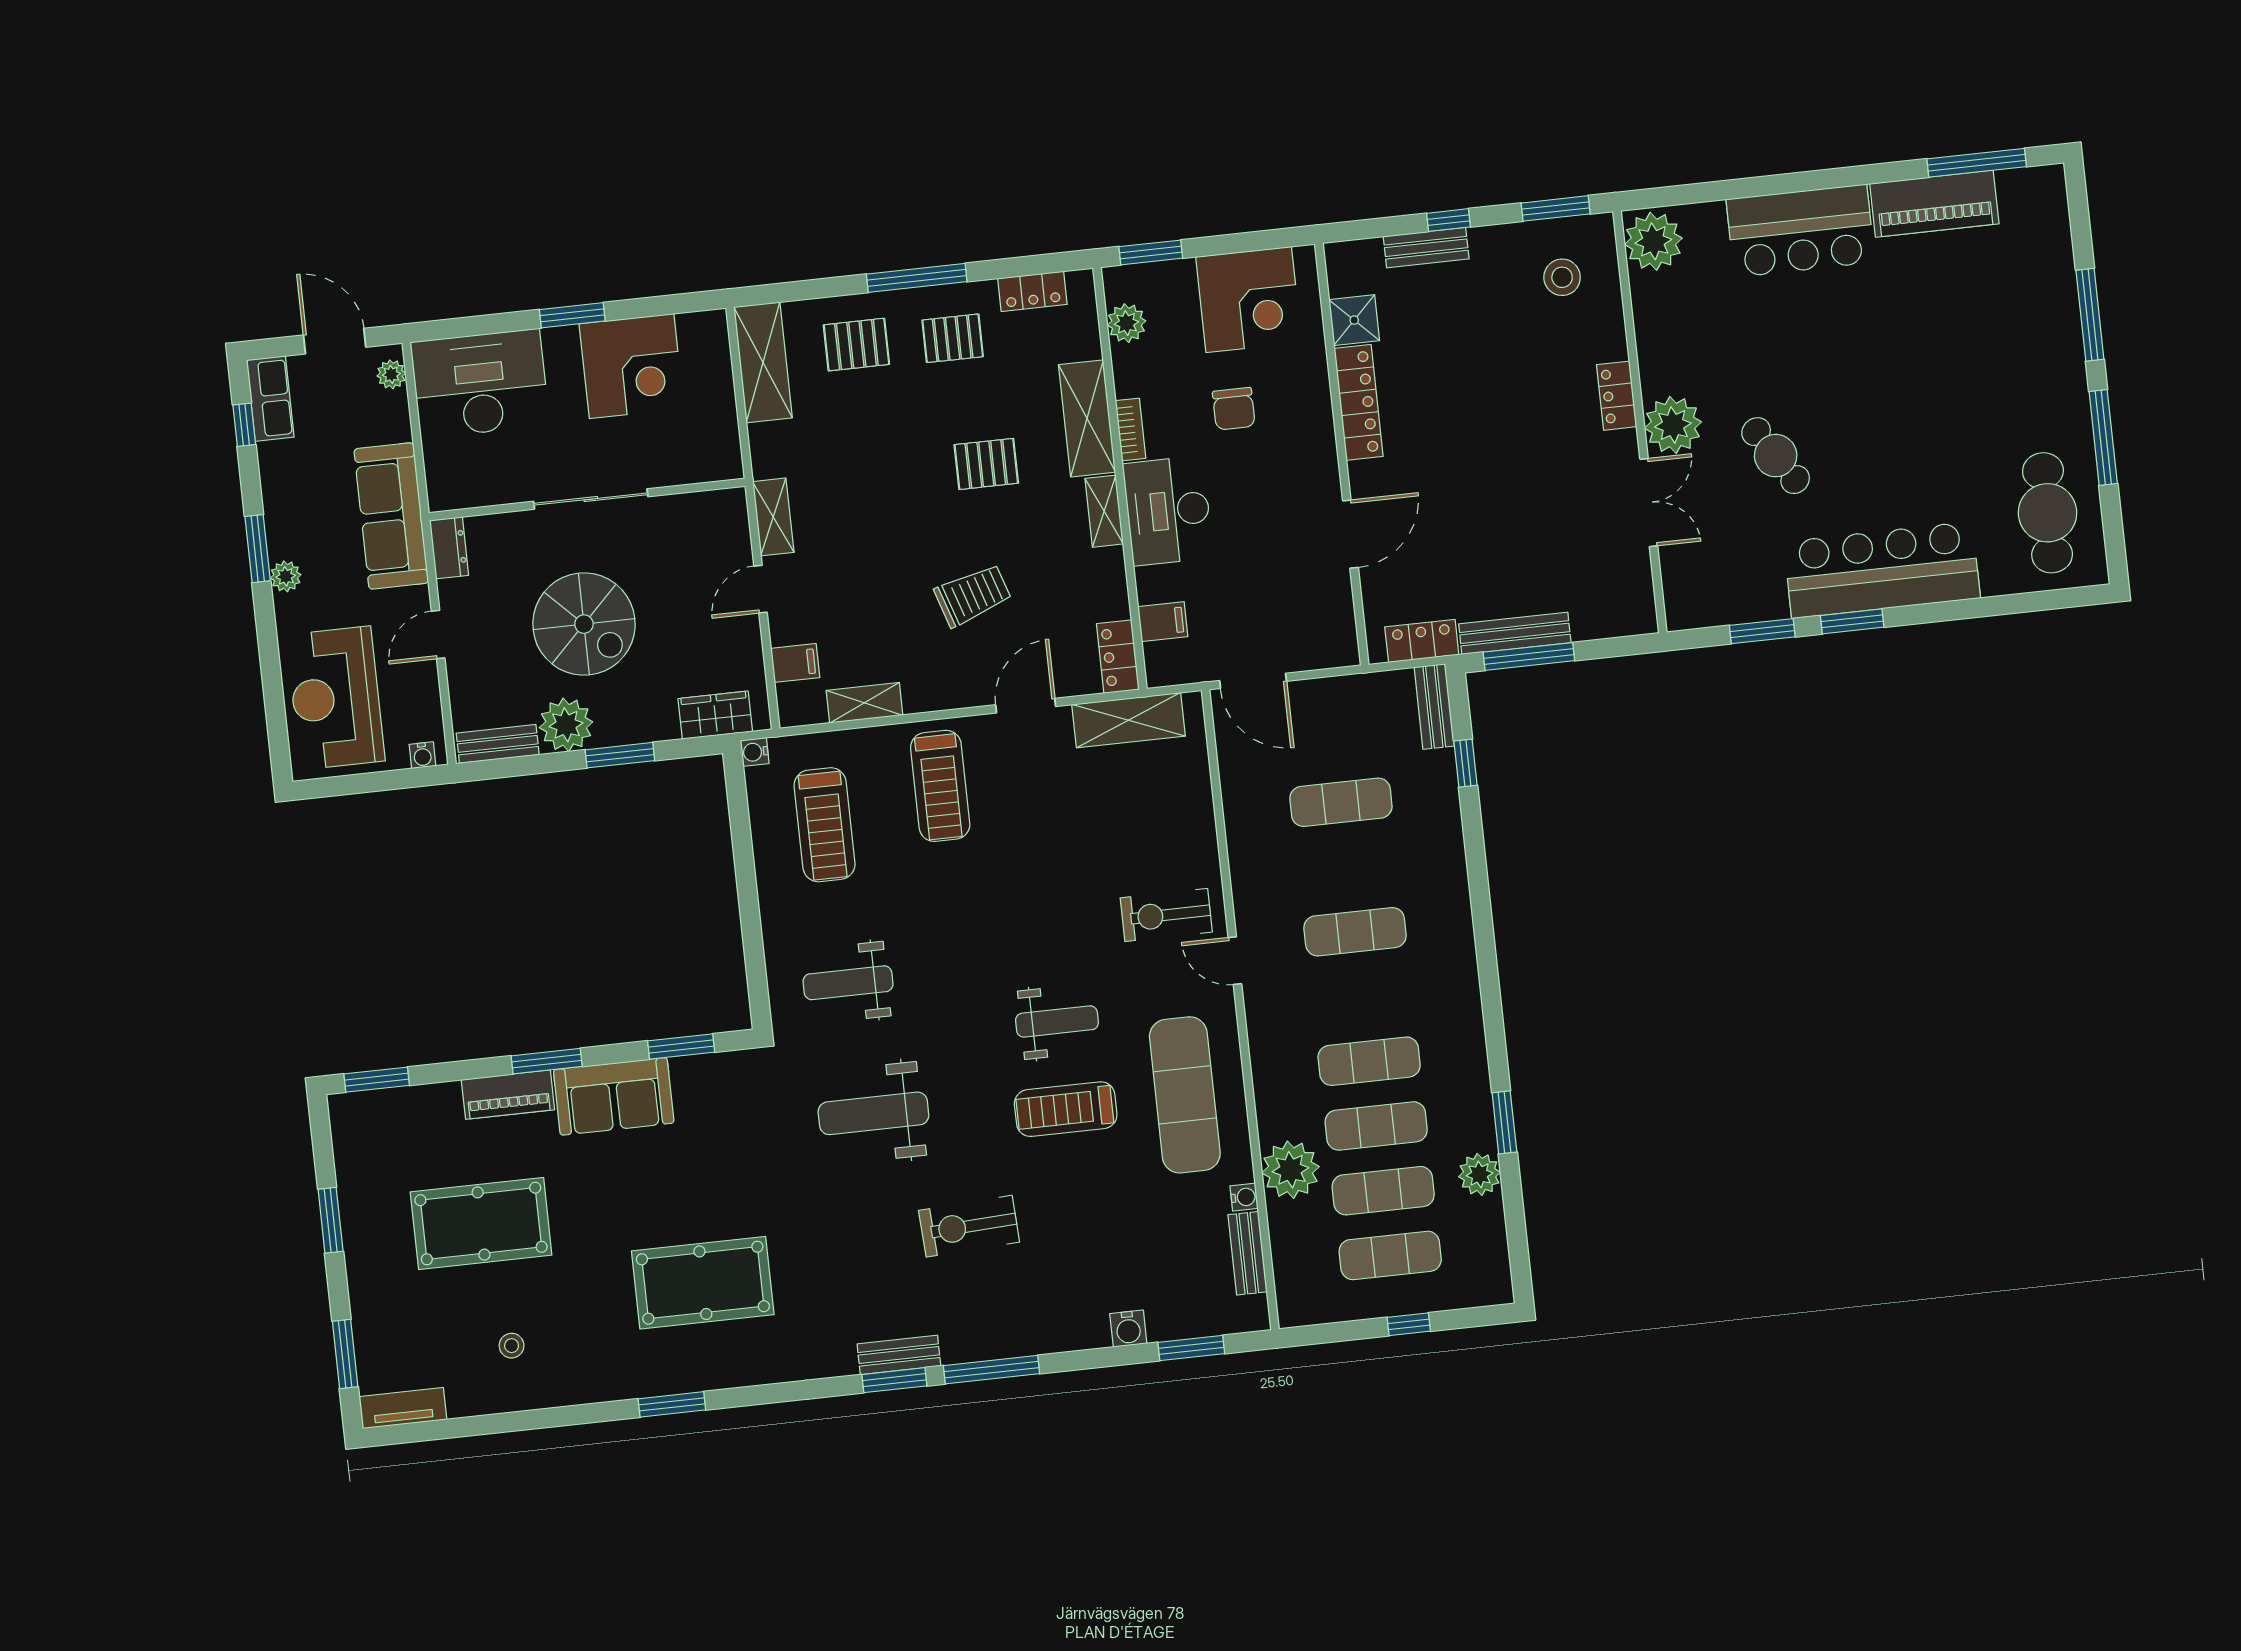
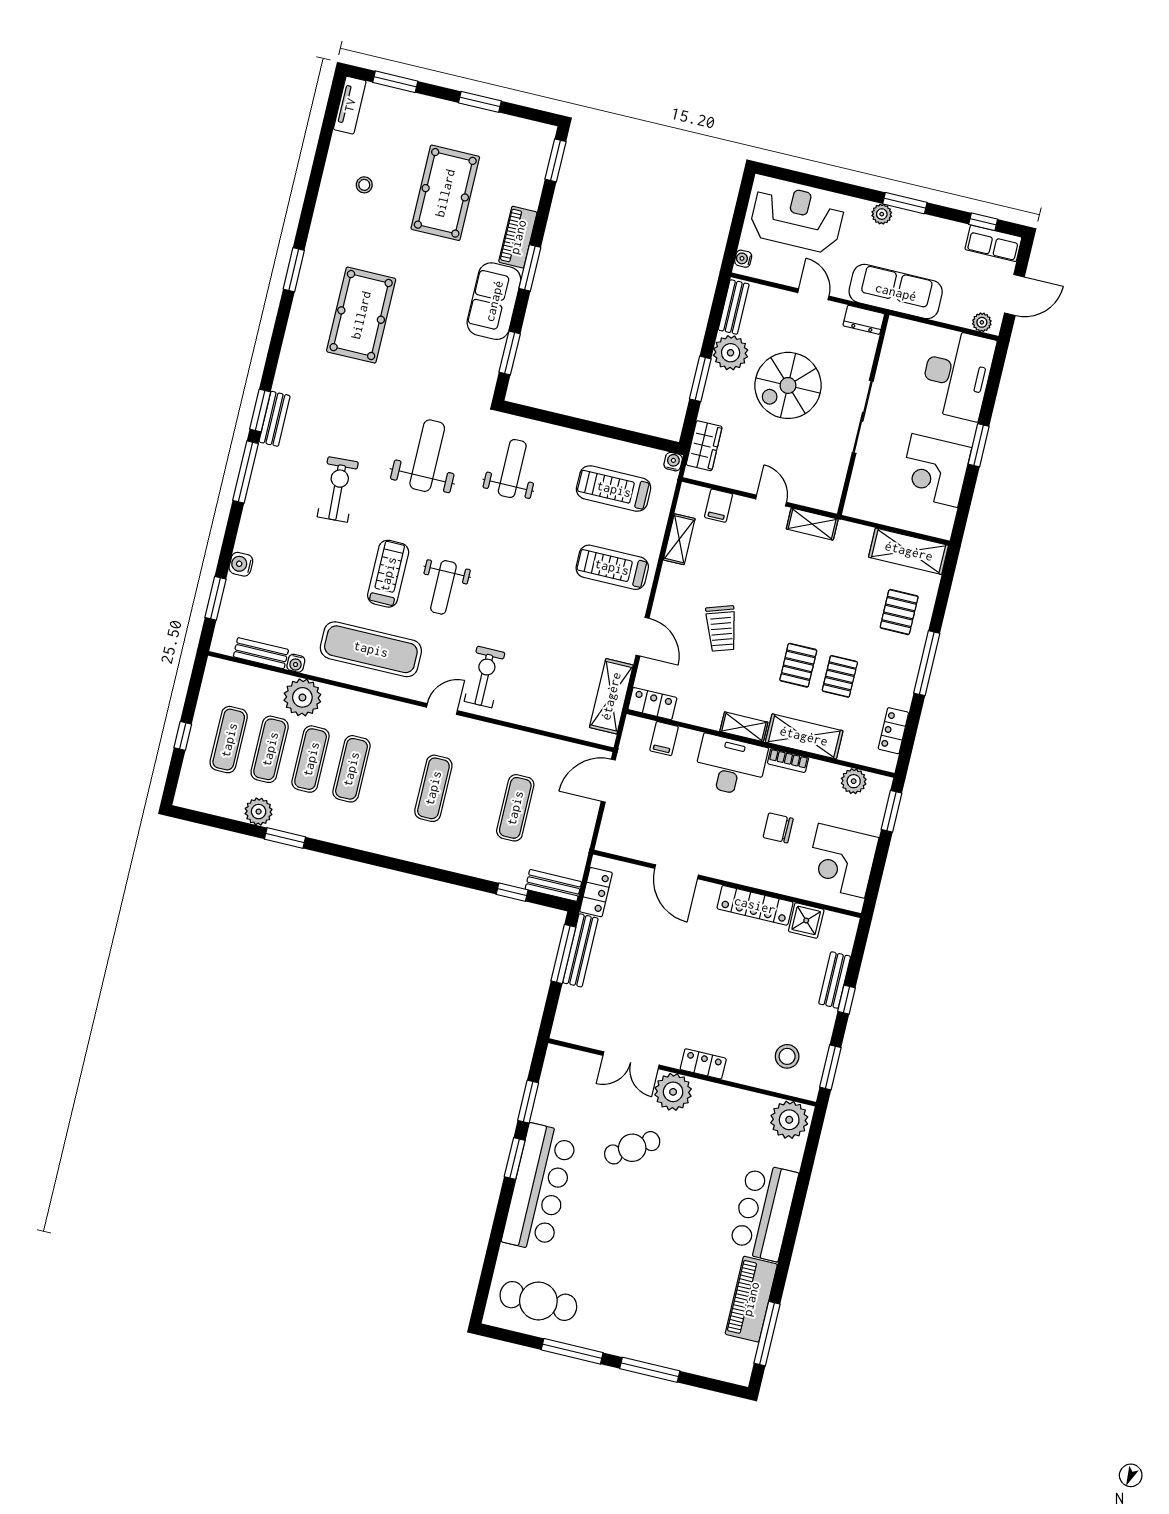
pallet: (953, 338) -> (840, 676), moved

